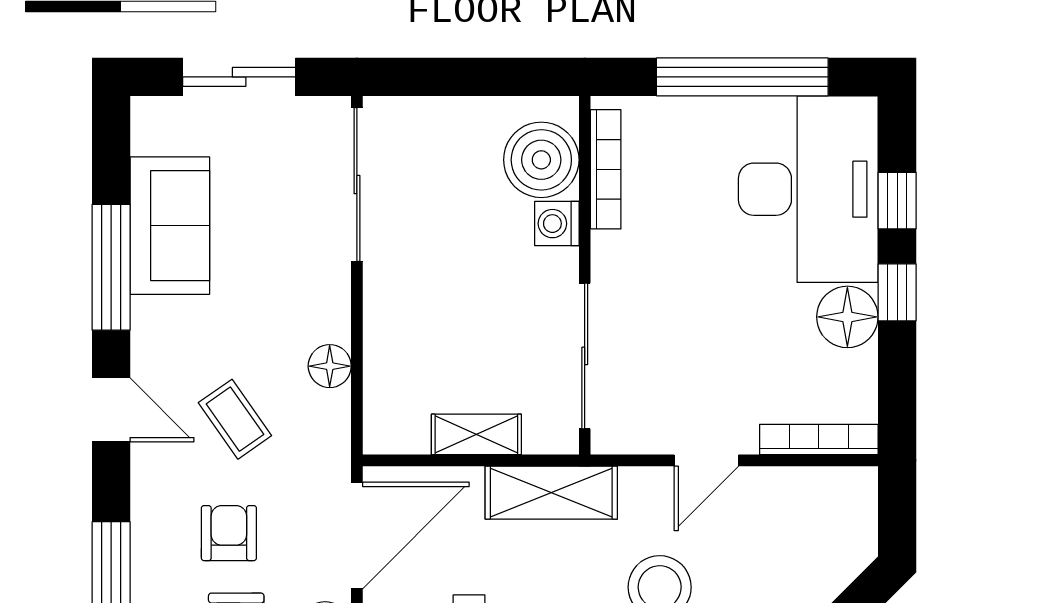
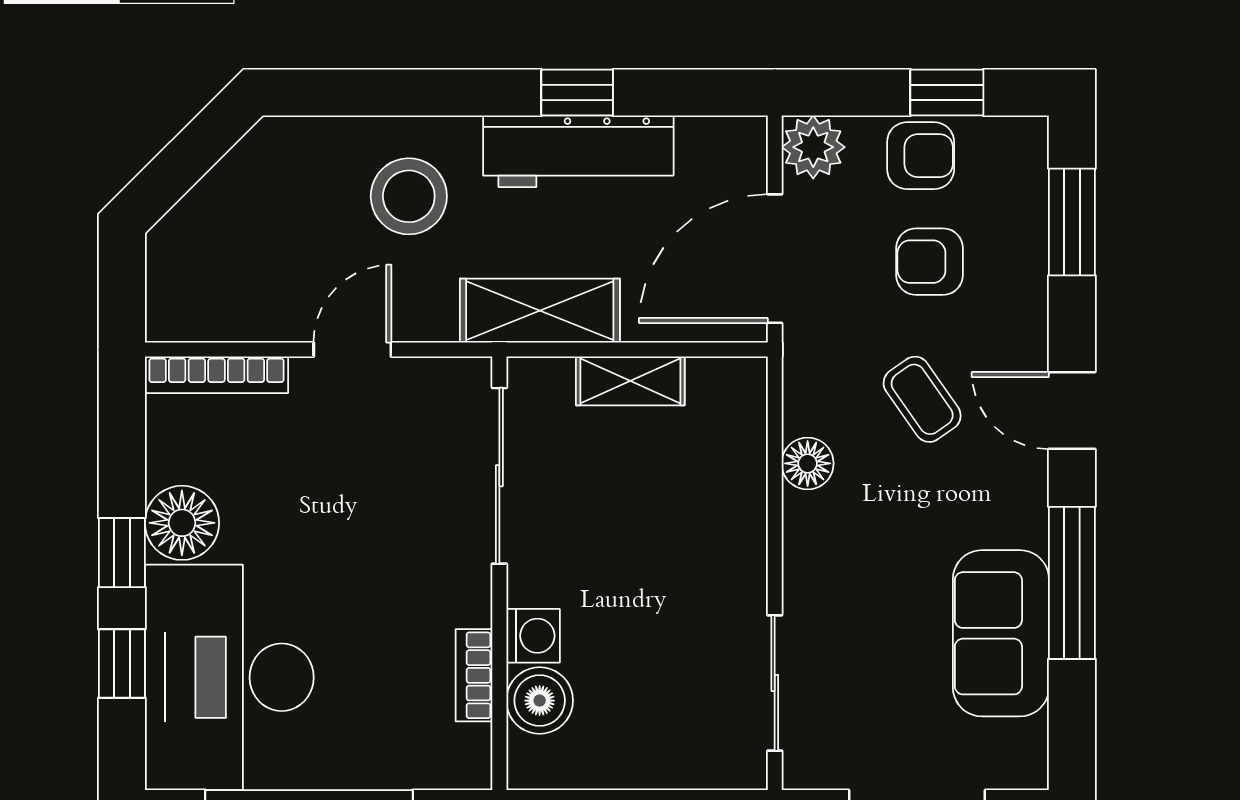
boiler: (541, 160) -> (540, 701), width x0.73, depth x0.73
bookcase: (606, 169) -> (474, 675), width x0.64
sliding door: (357, 184) -> (775, 683), width x0.73
armchair: (229, 533) -> (929, 262), turned 90

